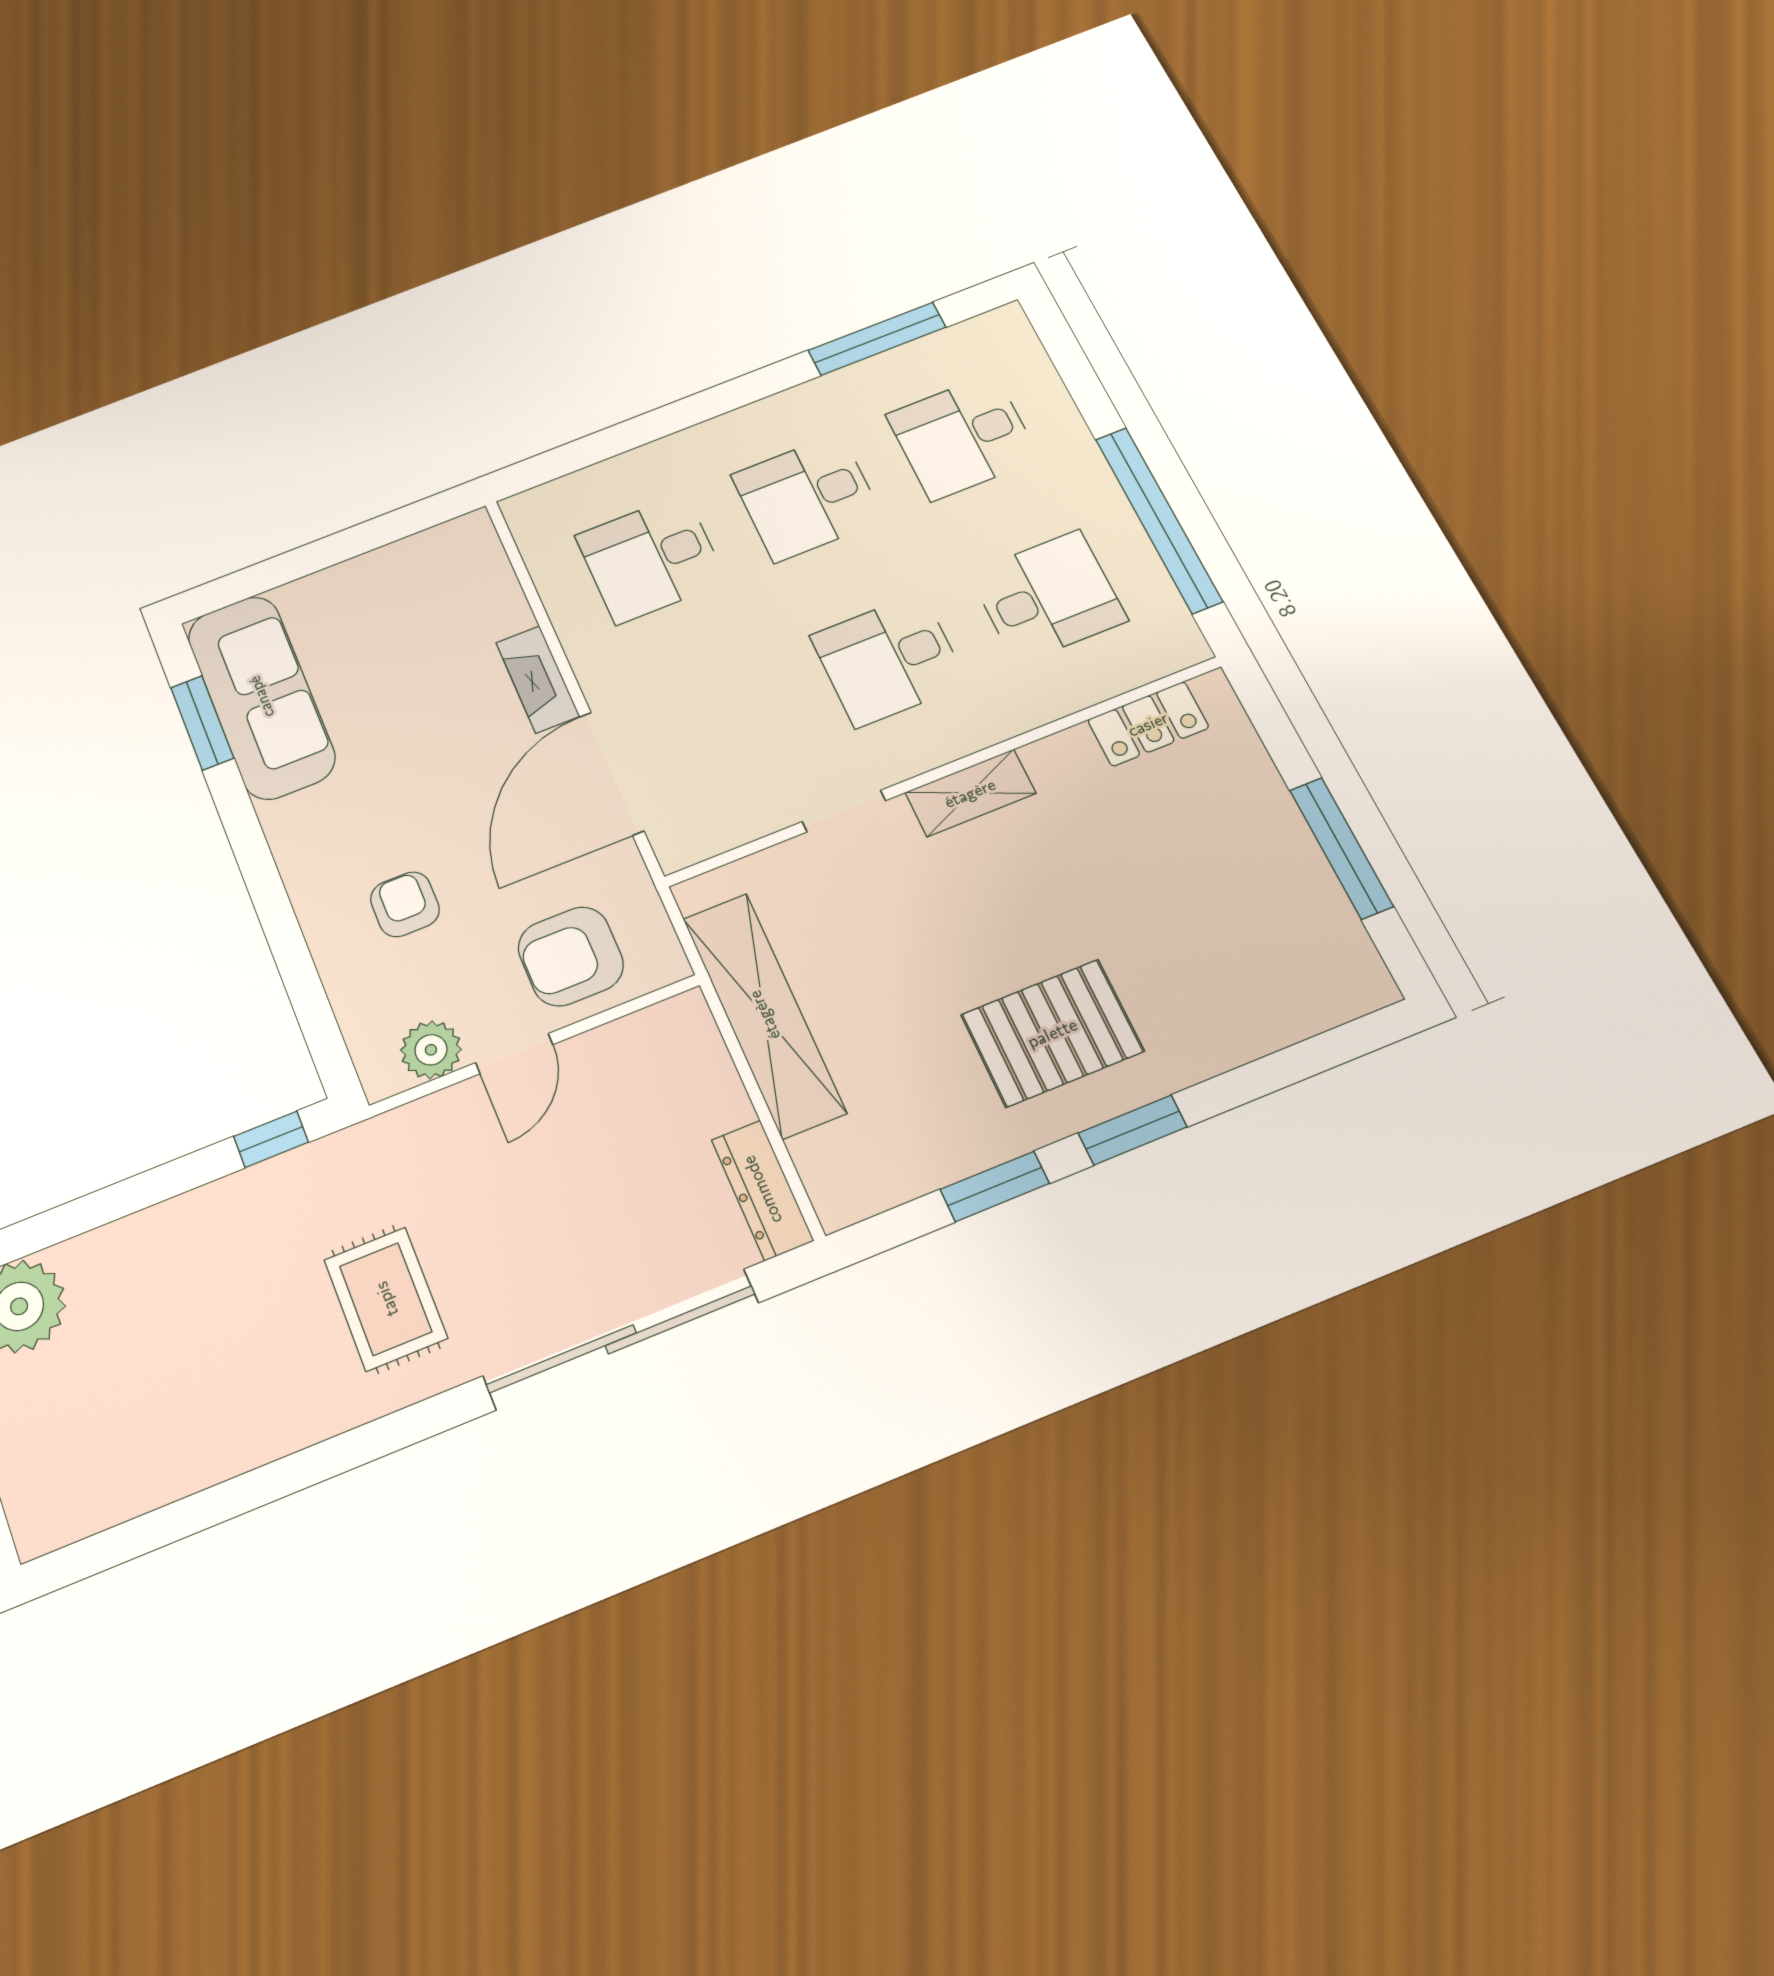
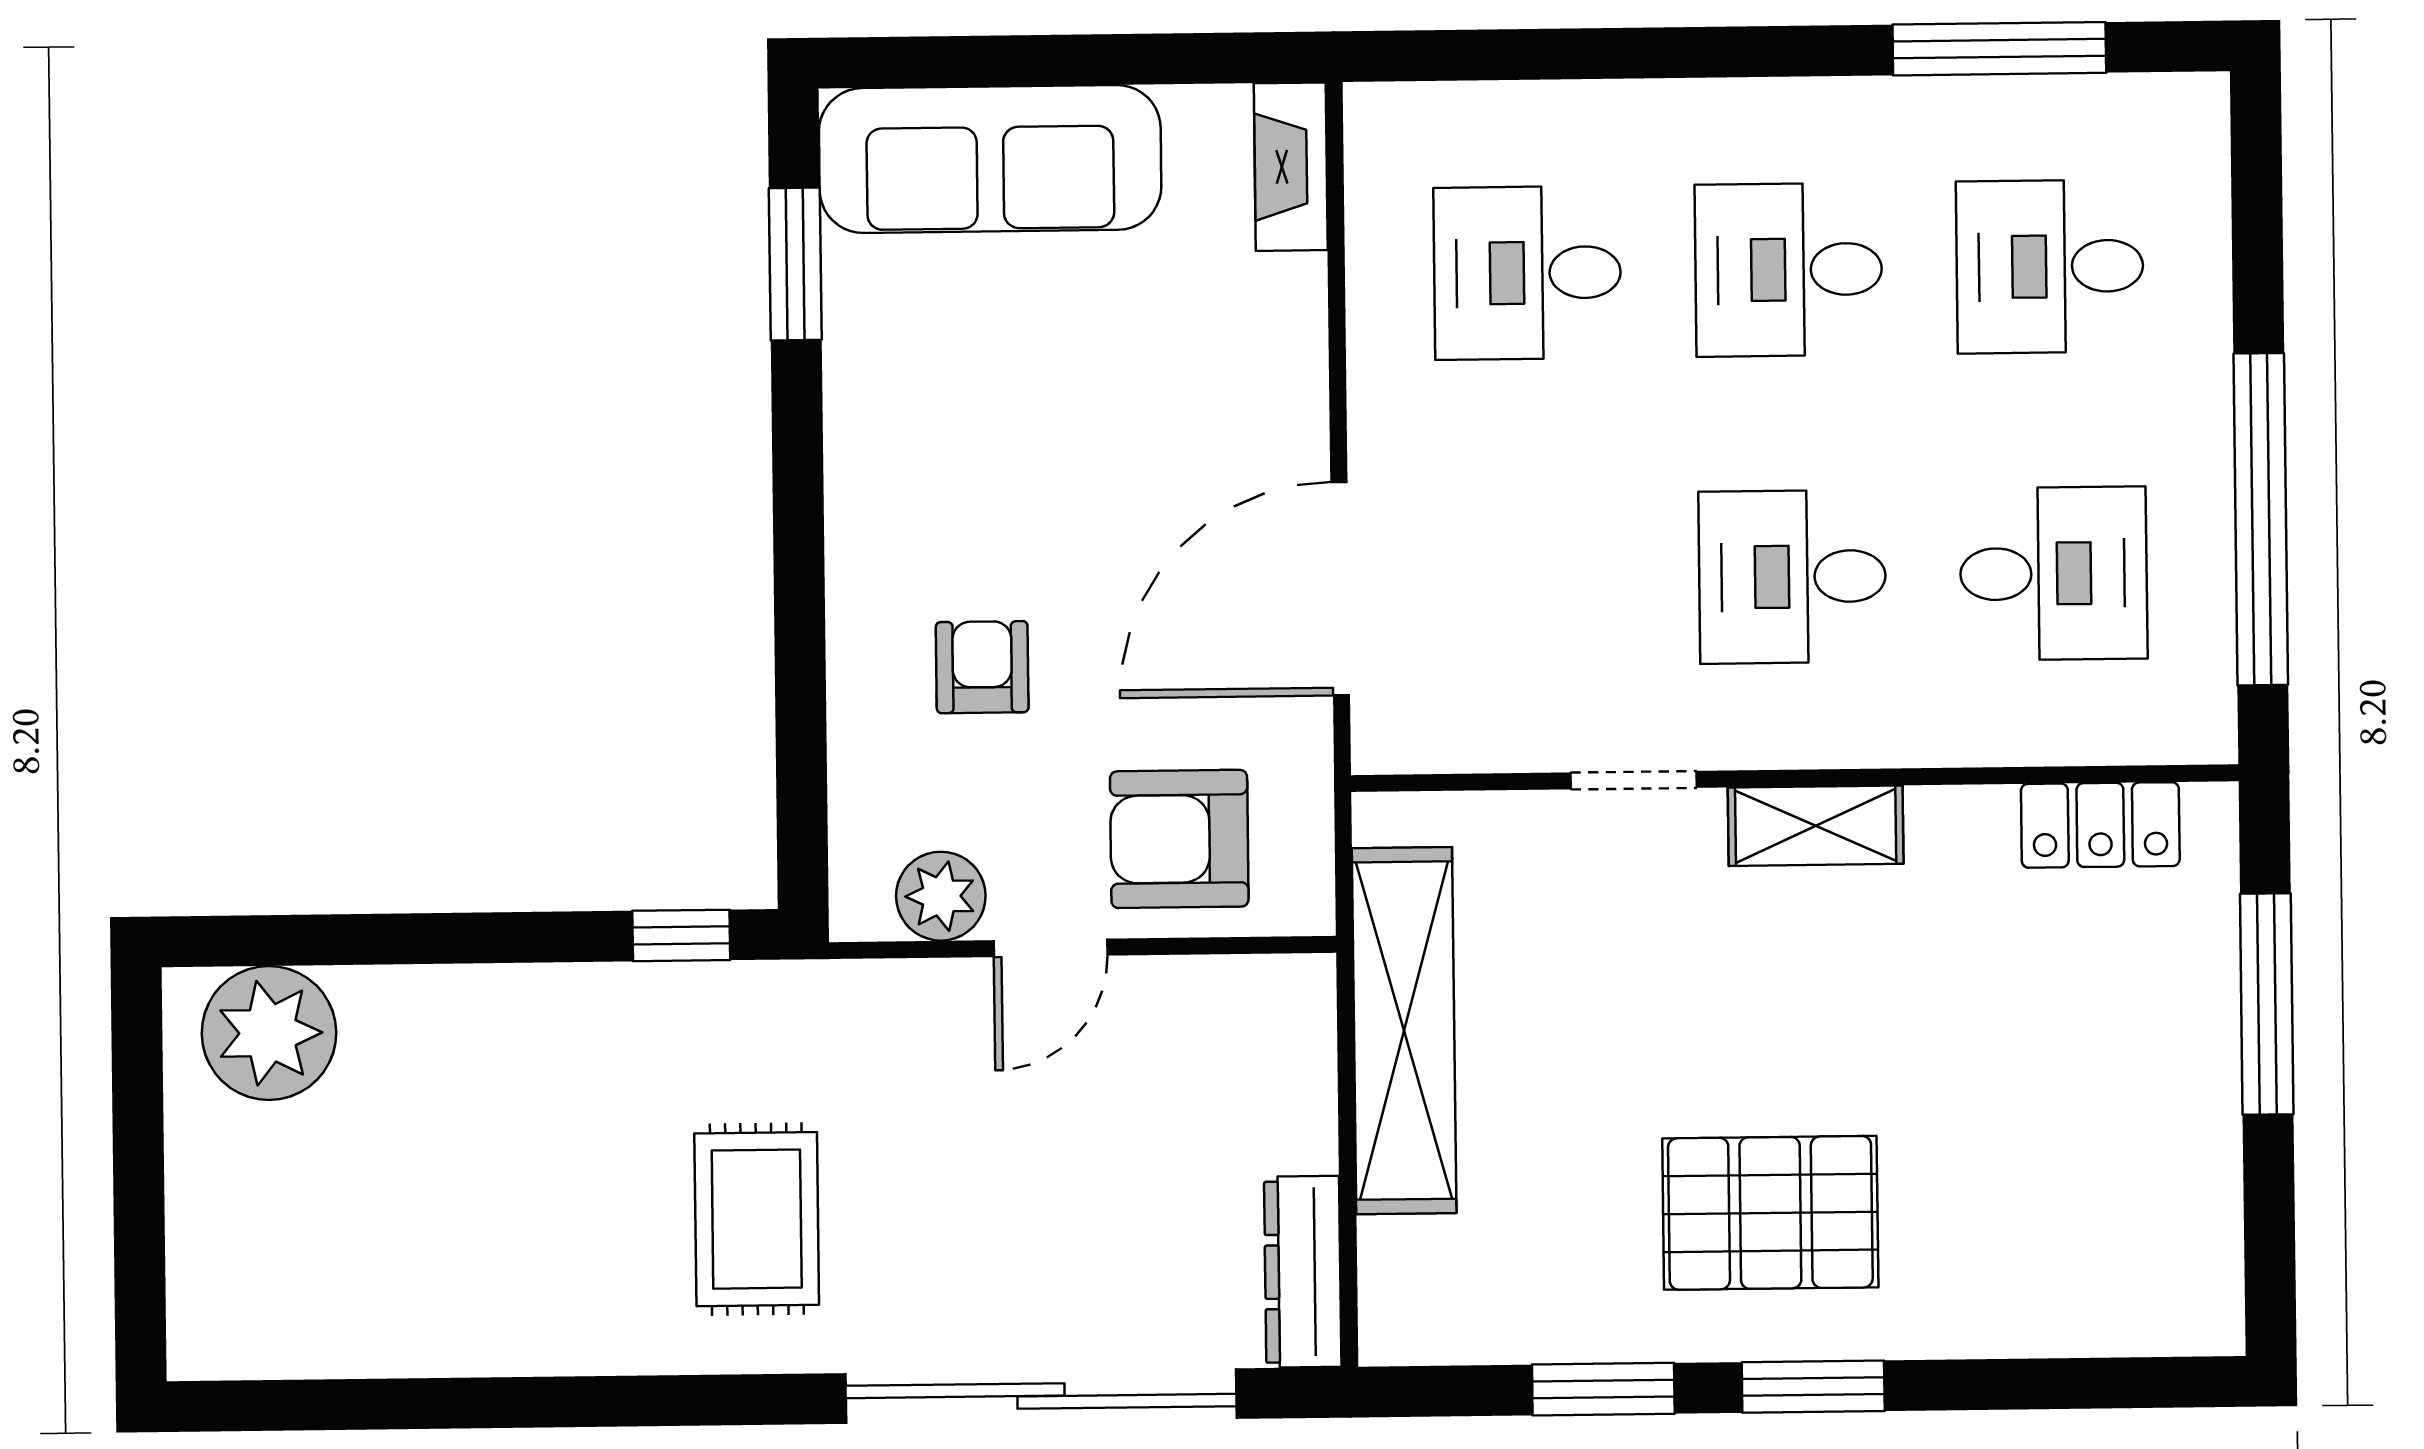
fireplace: (538, 679) -> (1291, 167), moved
sofa: (261, 697) -> (990, 159), moved, turned 90
window: (1341, 848) -> (2267, 1004), moved

